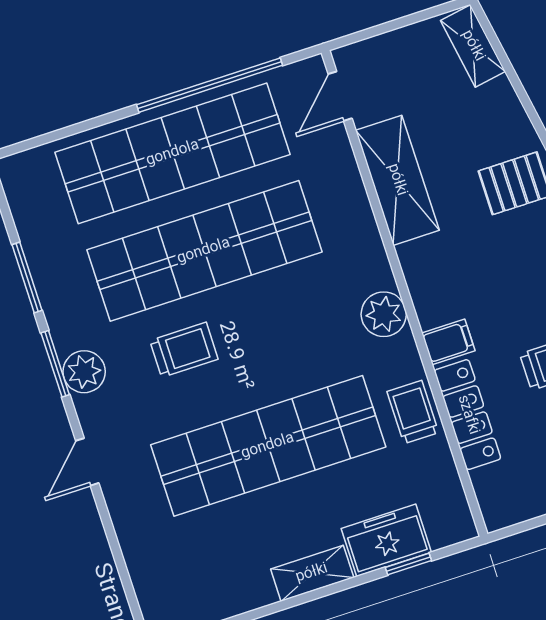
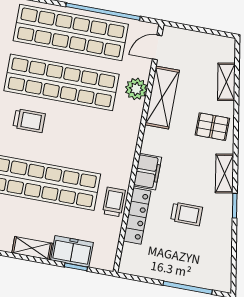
shelving: (473, 46) -> (226, 82), moved
plant: (384, 314) -> (136, 89), moved
filing cabinet: (448, 342) -> (147, 172), width x2.00

